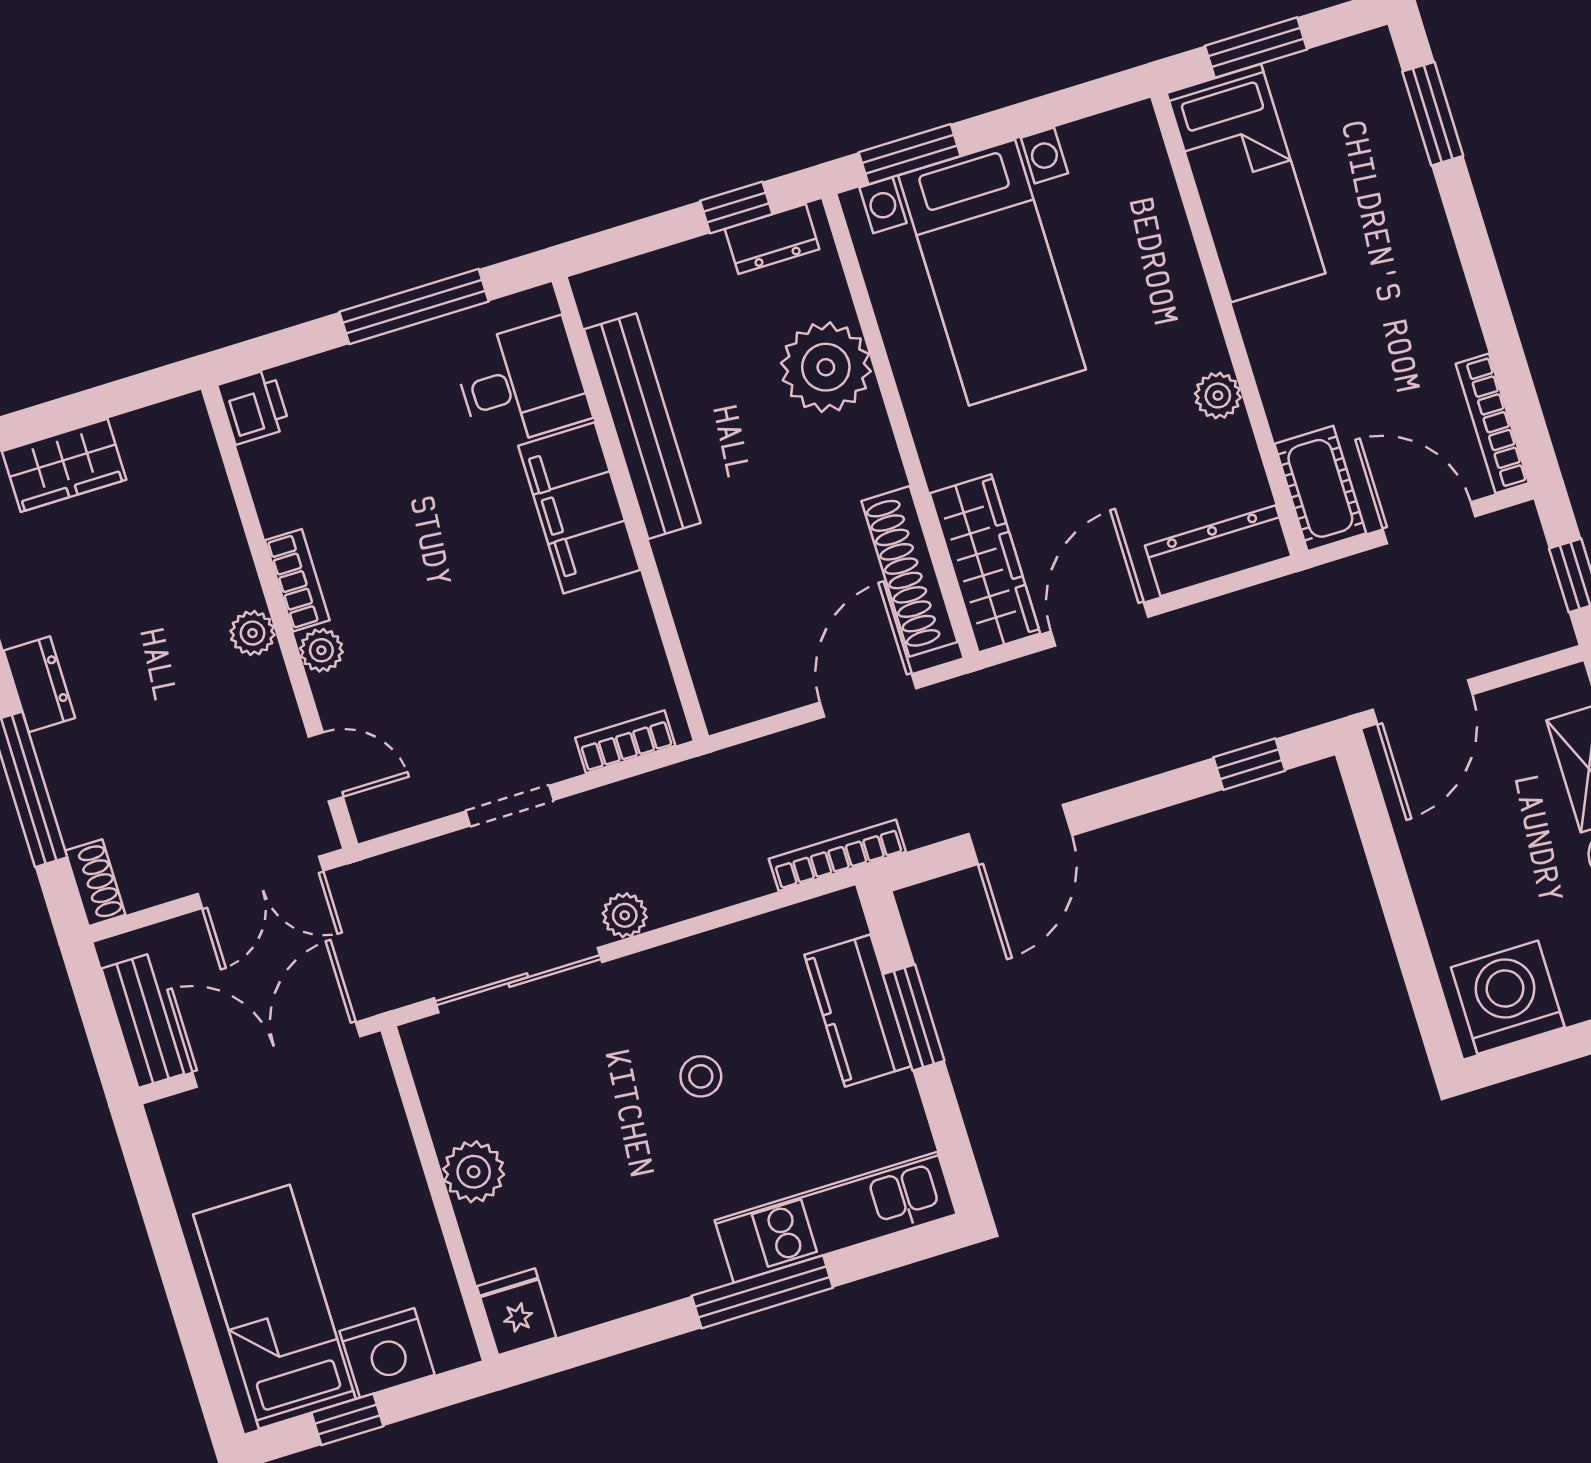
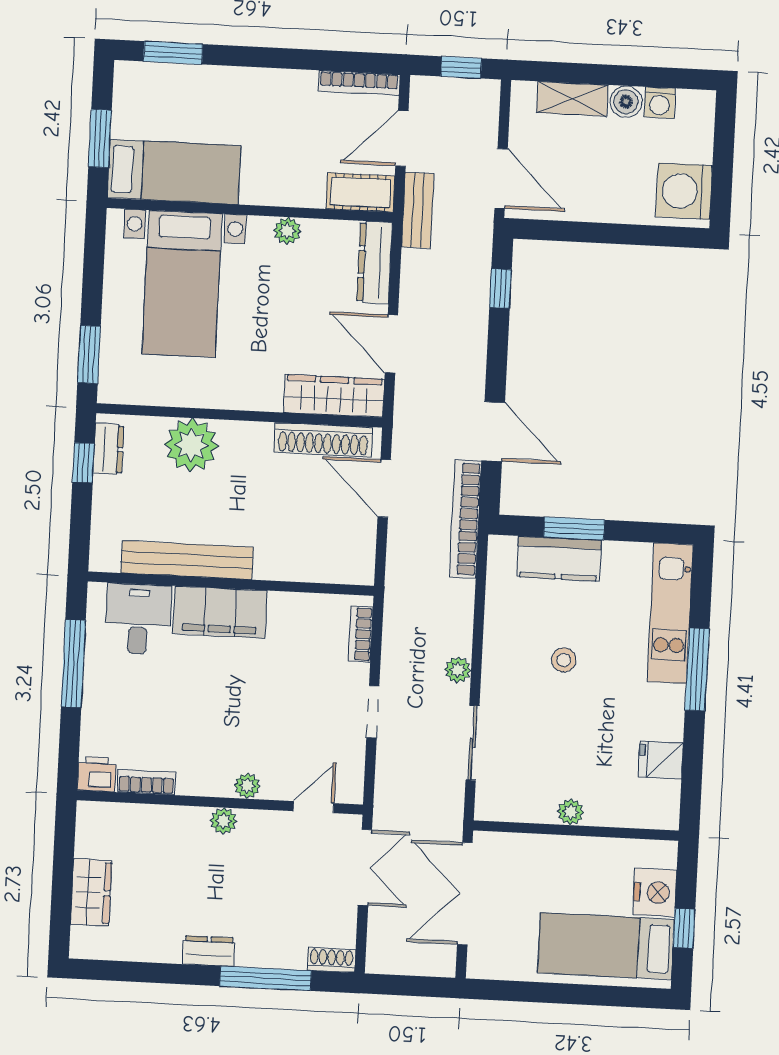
bed with nightstands: (992, 273) -> (182, 284), moved, turned 90
bookcase: (297, 580) -> (146, 782), moved
bookcase: (837, 855) -> (465, 519), width x1.48, depth x1.31
sliding door: (518, 980) -> (472, 743), width x0.73
bench: (143, 1021) -> (418, 210), moved, turned 90
plant: (474, 1172) -> (571, 812), width x0.73, depth x0.73
fridge: (516, 1312) -> (661, 760), moved

